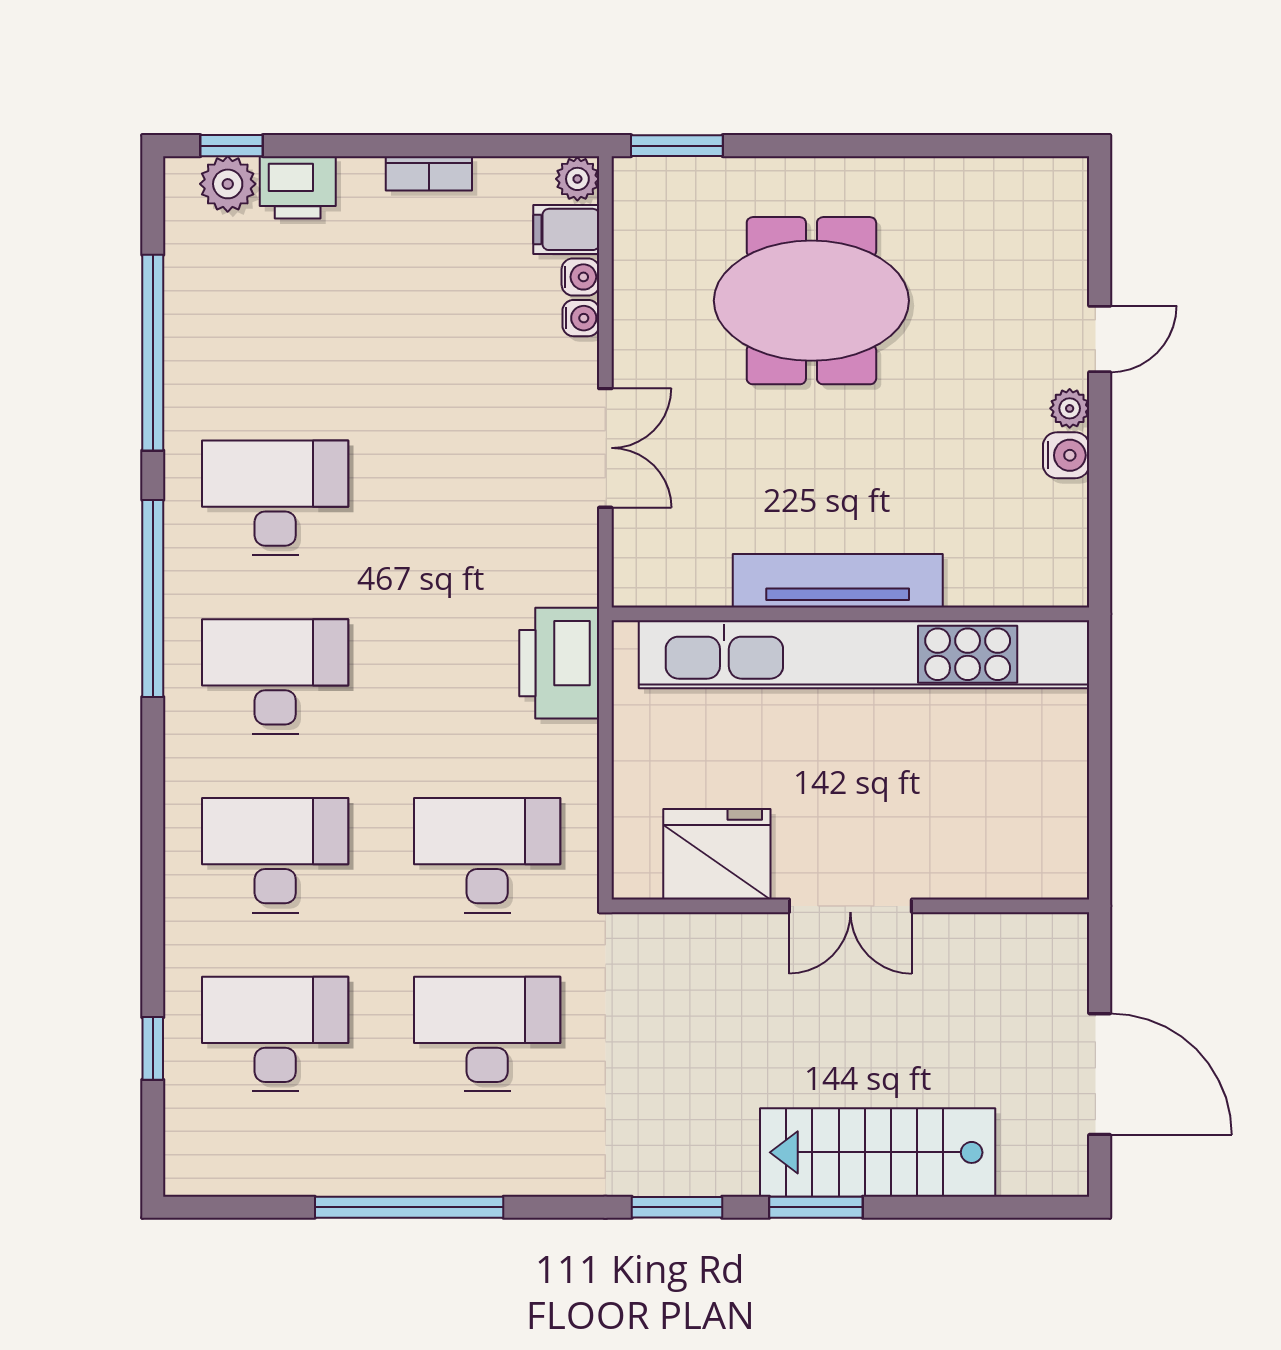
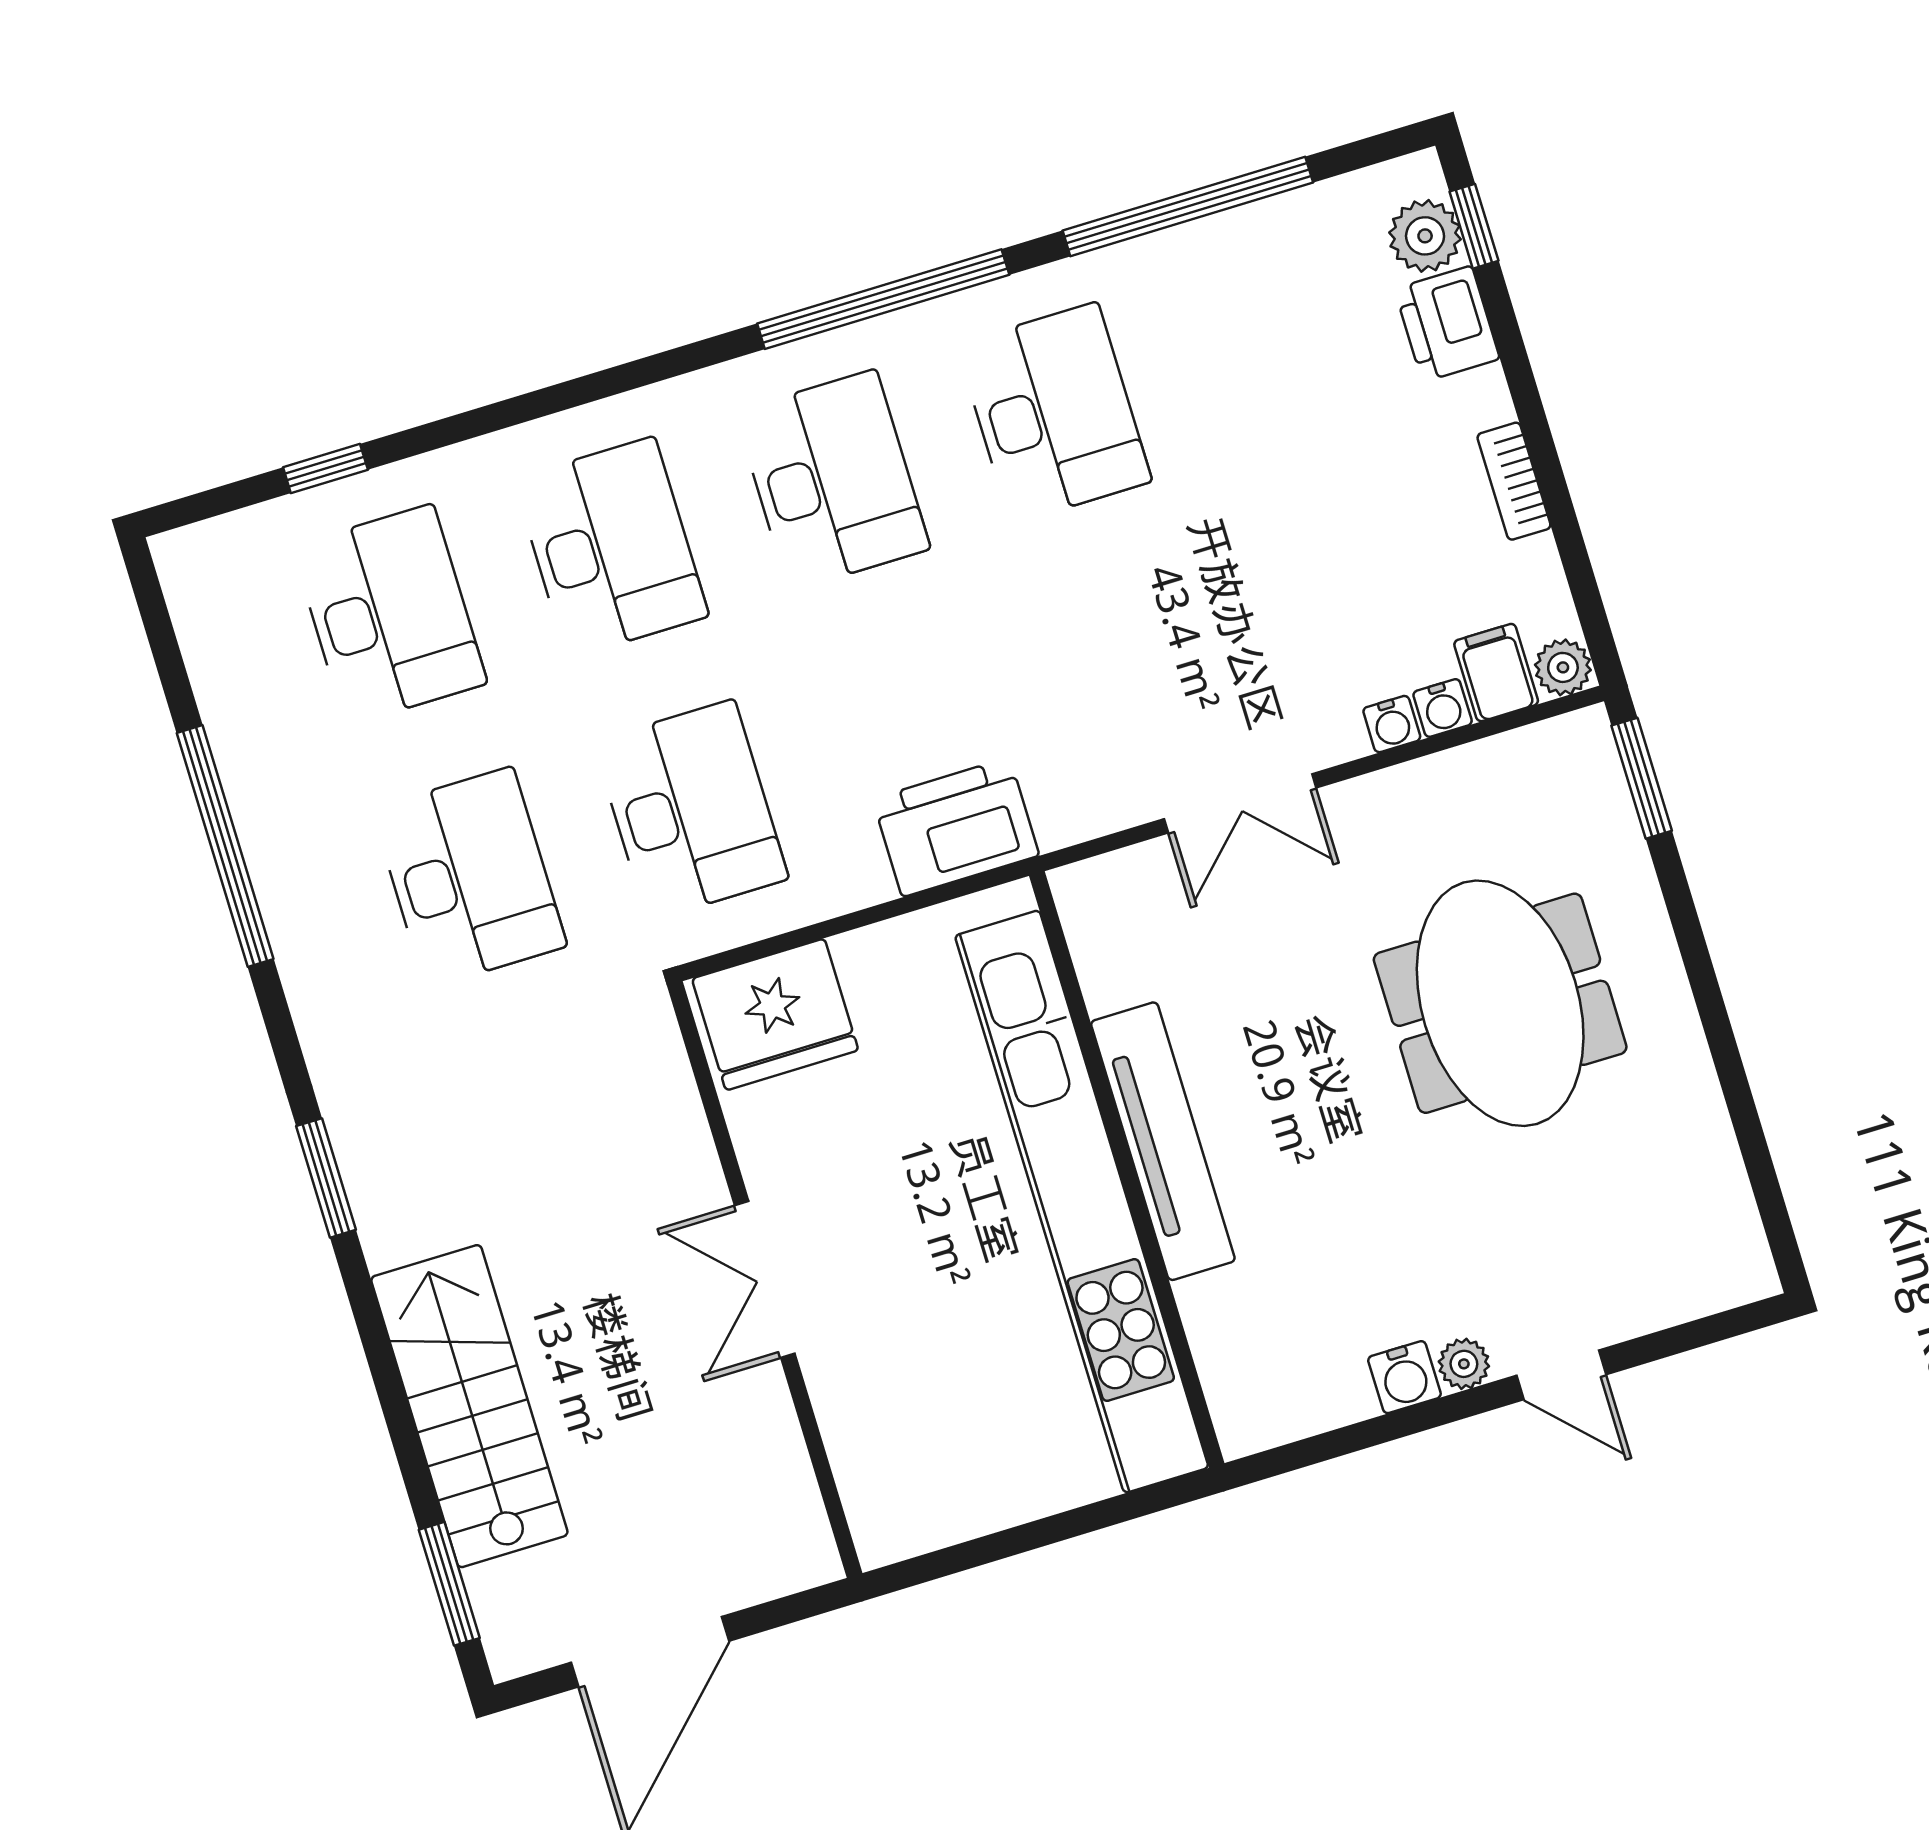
fridge: (717, 854) -> (775, 1014), moved, turned 90
window: (816, 1207) -> (449, 1584), moved

